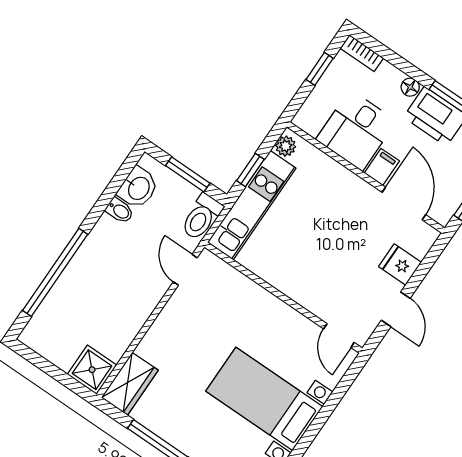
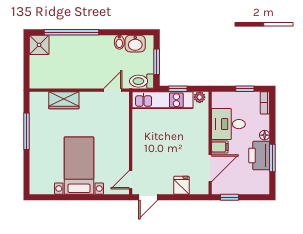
door: (396, 309) -> (148, 197), moved
shower: (92, 370) -> (39, 45), moved
wardrobe: (130, 384) -> (64, 100), moved

